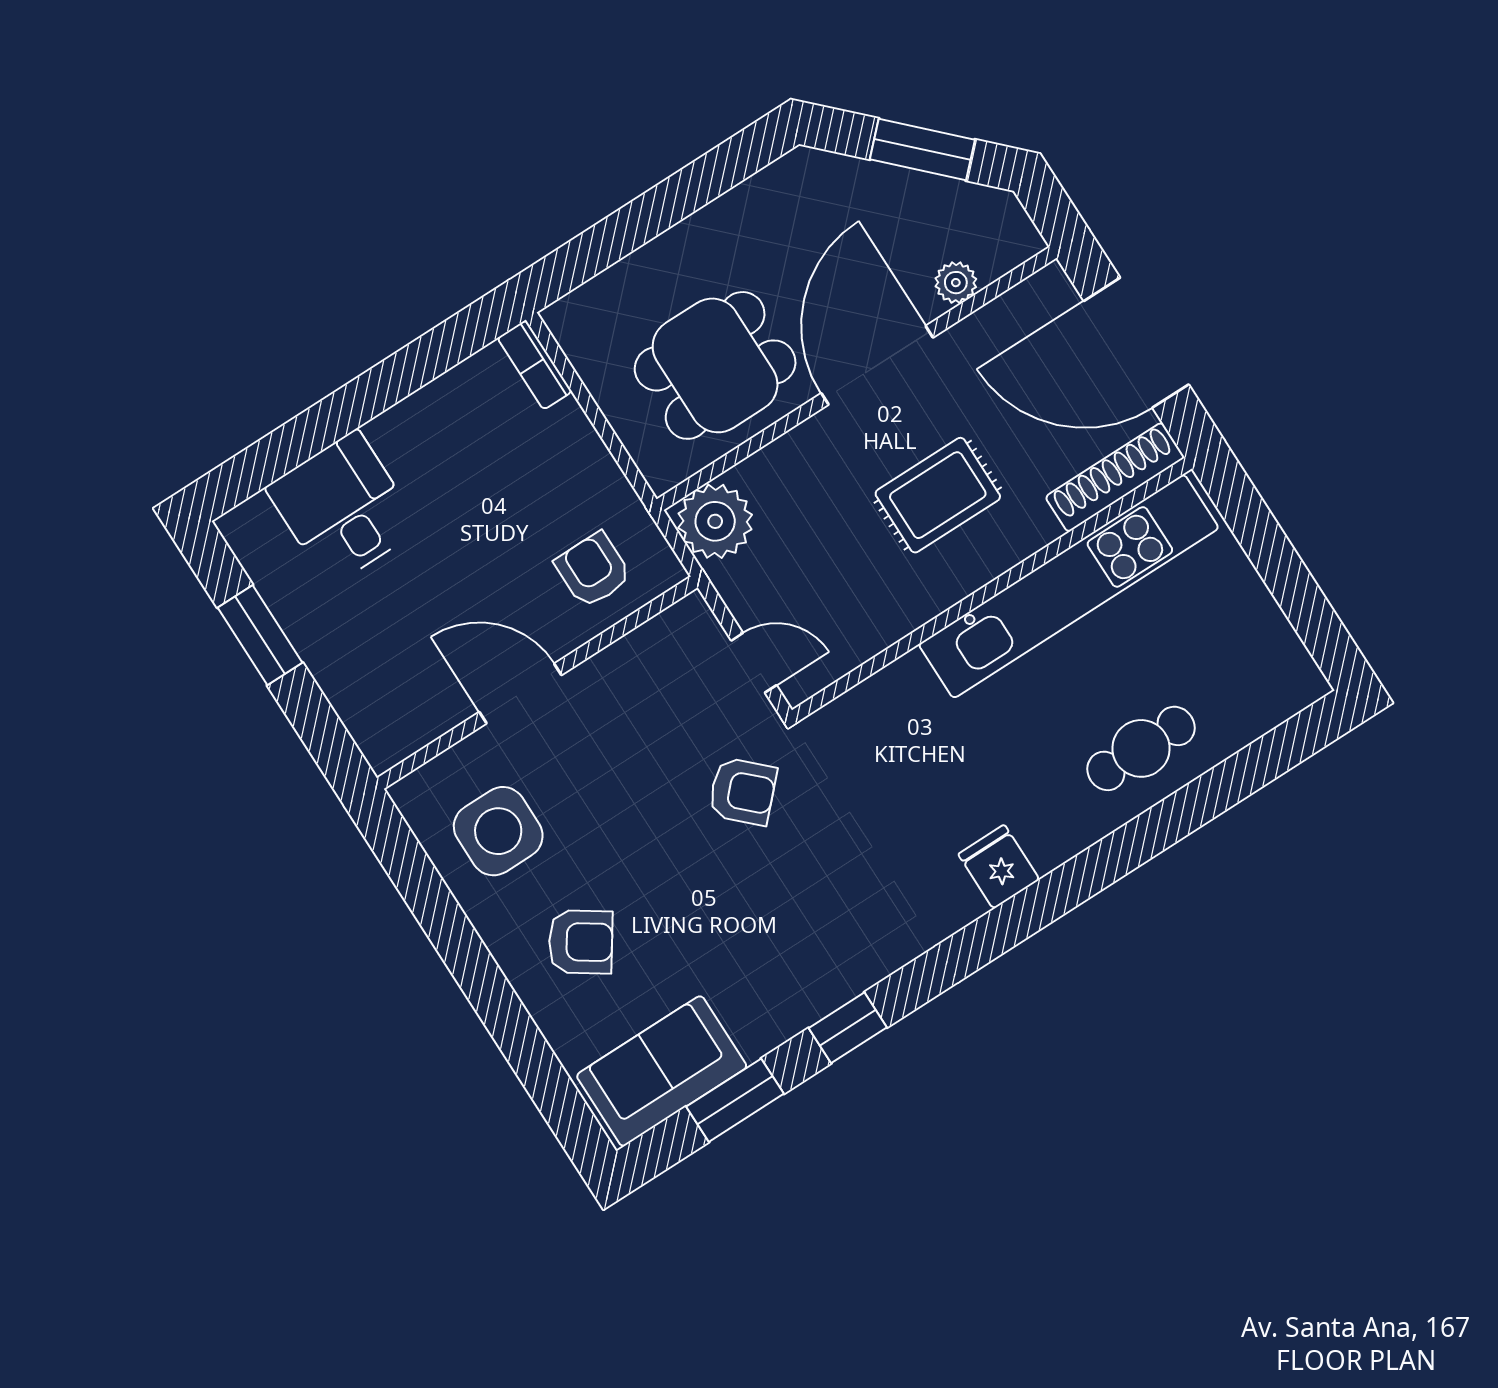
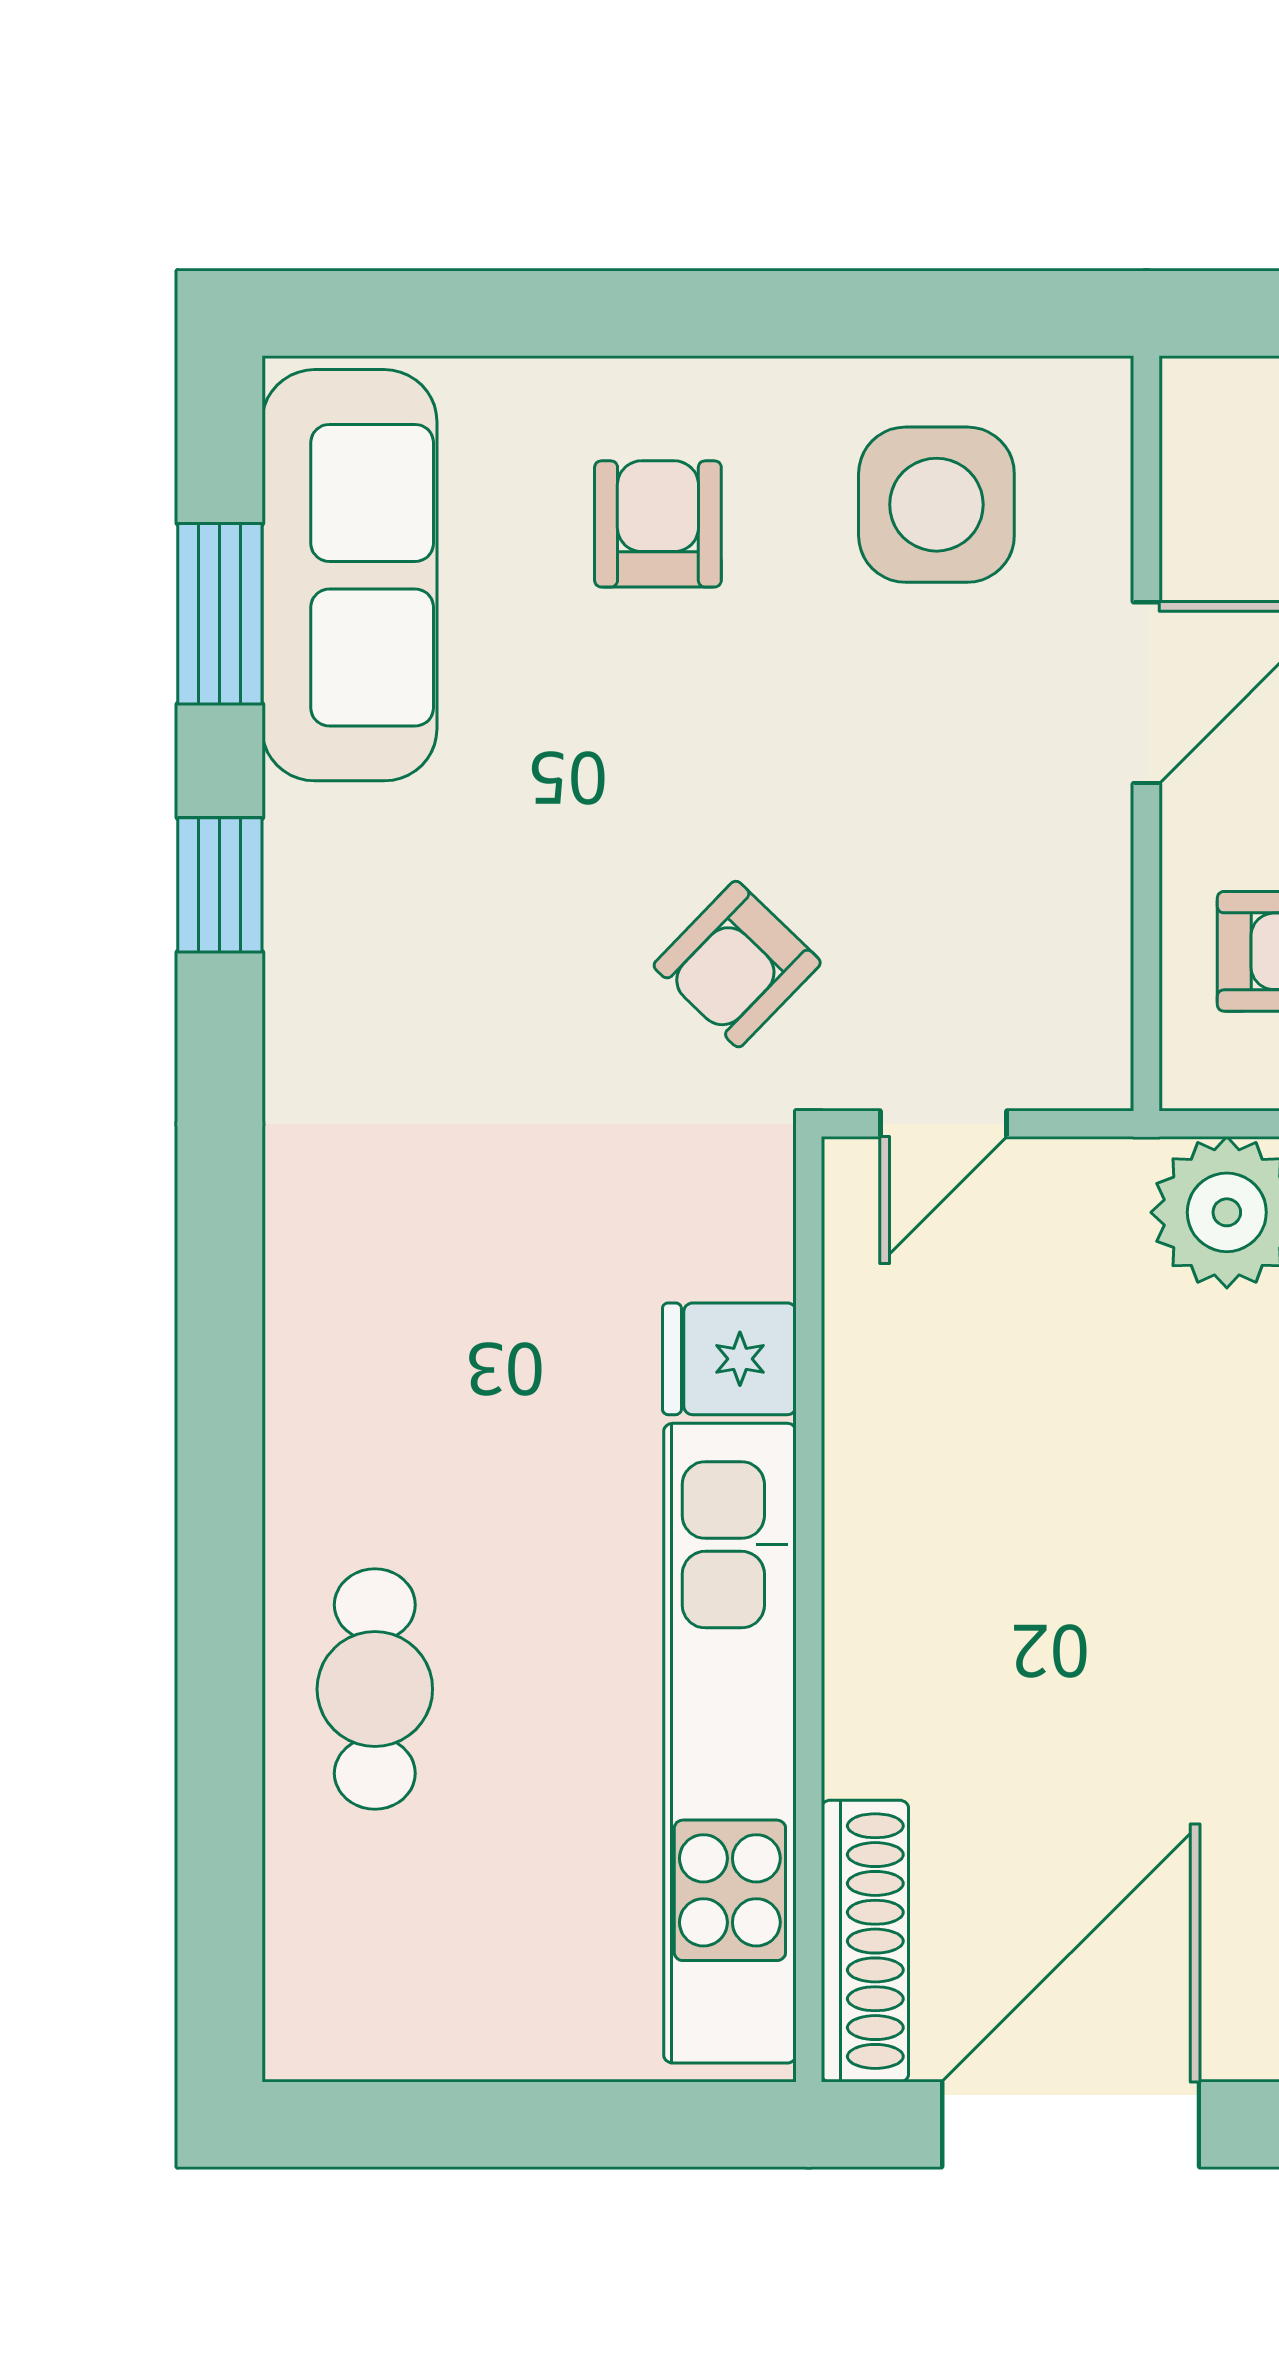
rug: (938, 495) -> (1028, 1620), removed
fridge: (999, 867) -> (729, 1359), moved, turned 180
armchair: (581, 942) -> (658, 524), turned 146
sofa: (662, 1071) -> (349, 575), width x1.36

